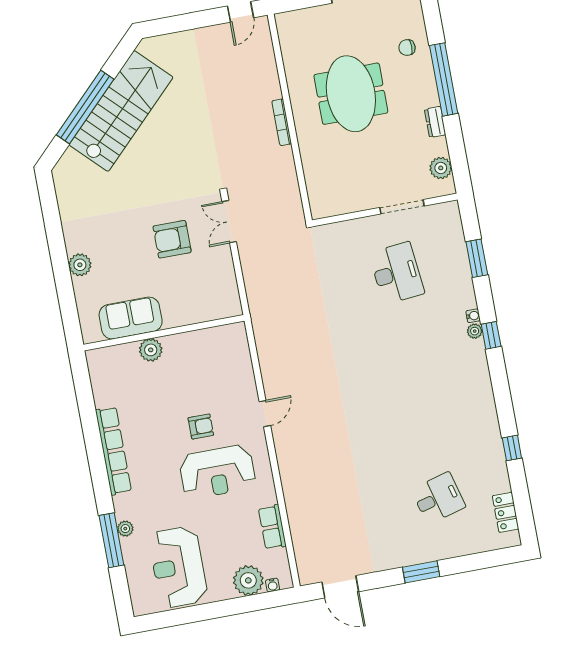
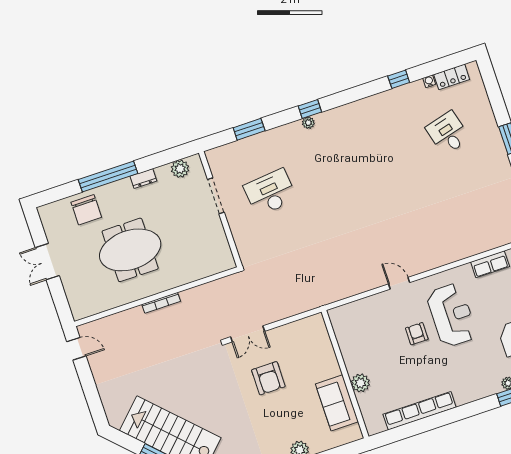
chair: (407, 48) -> (86, 210), width x1.87, depth x1.87
water cooler: (473, 316) -> (429, 81), moved
row of seats: (113, 451) -> (420, 411), moved

